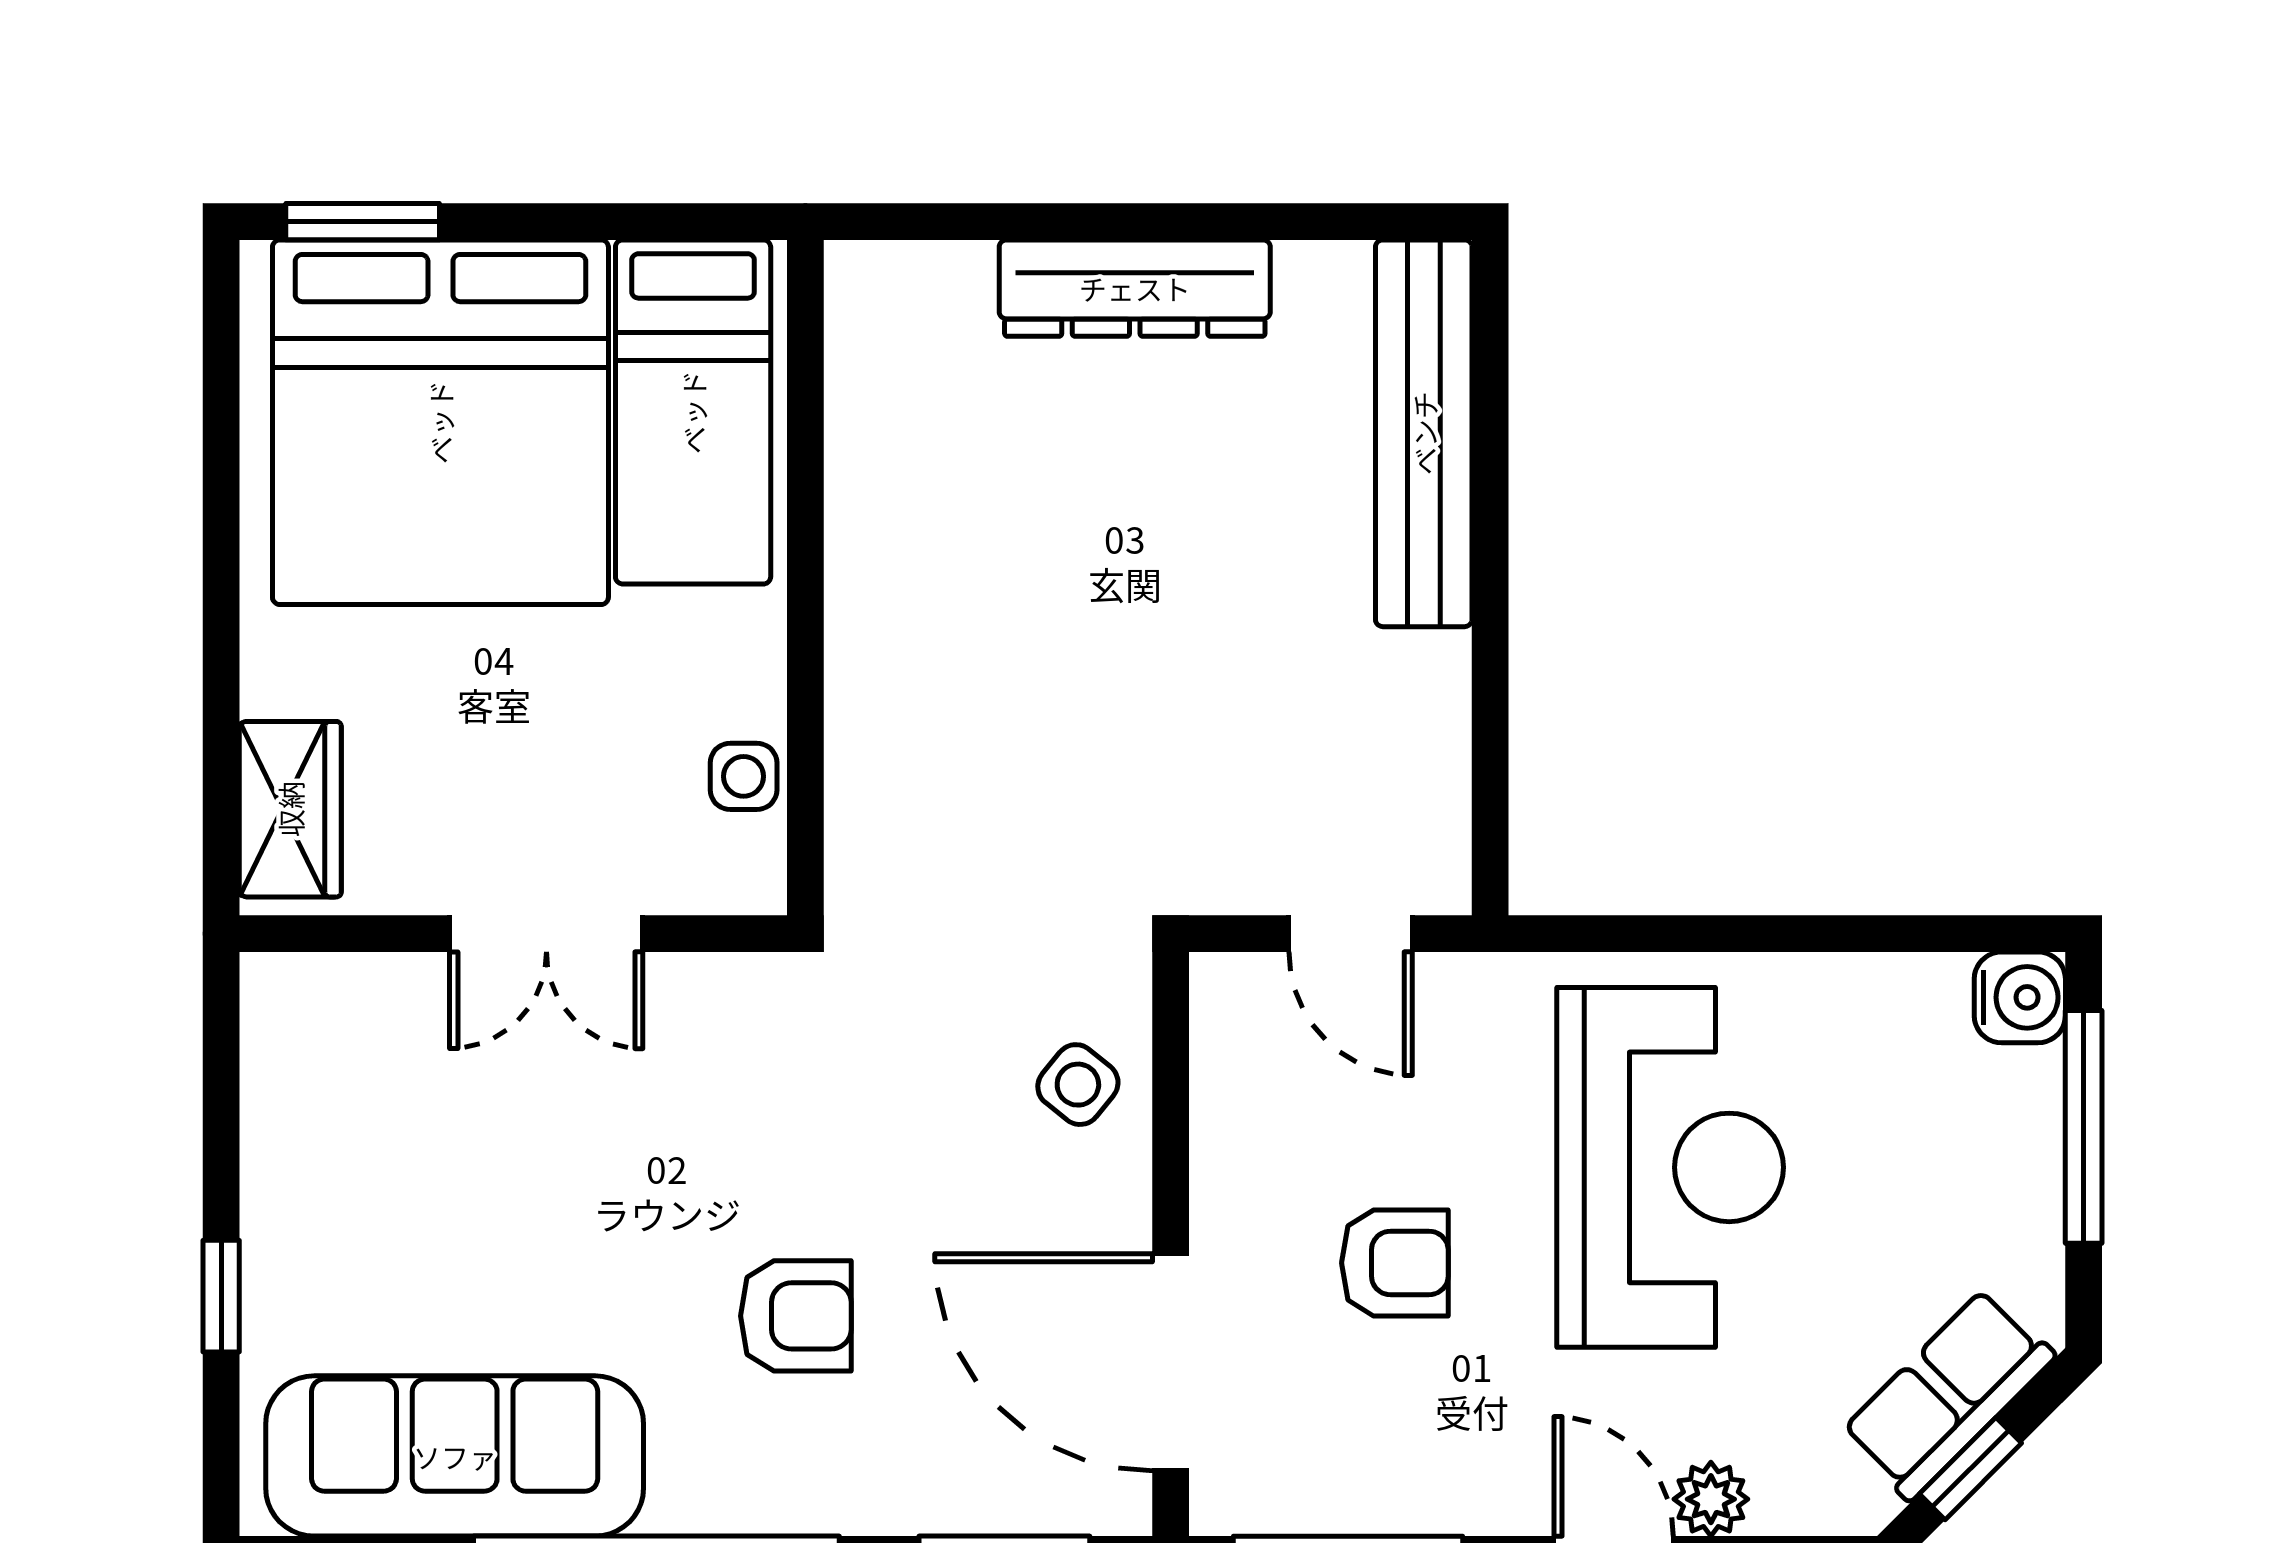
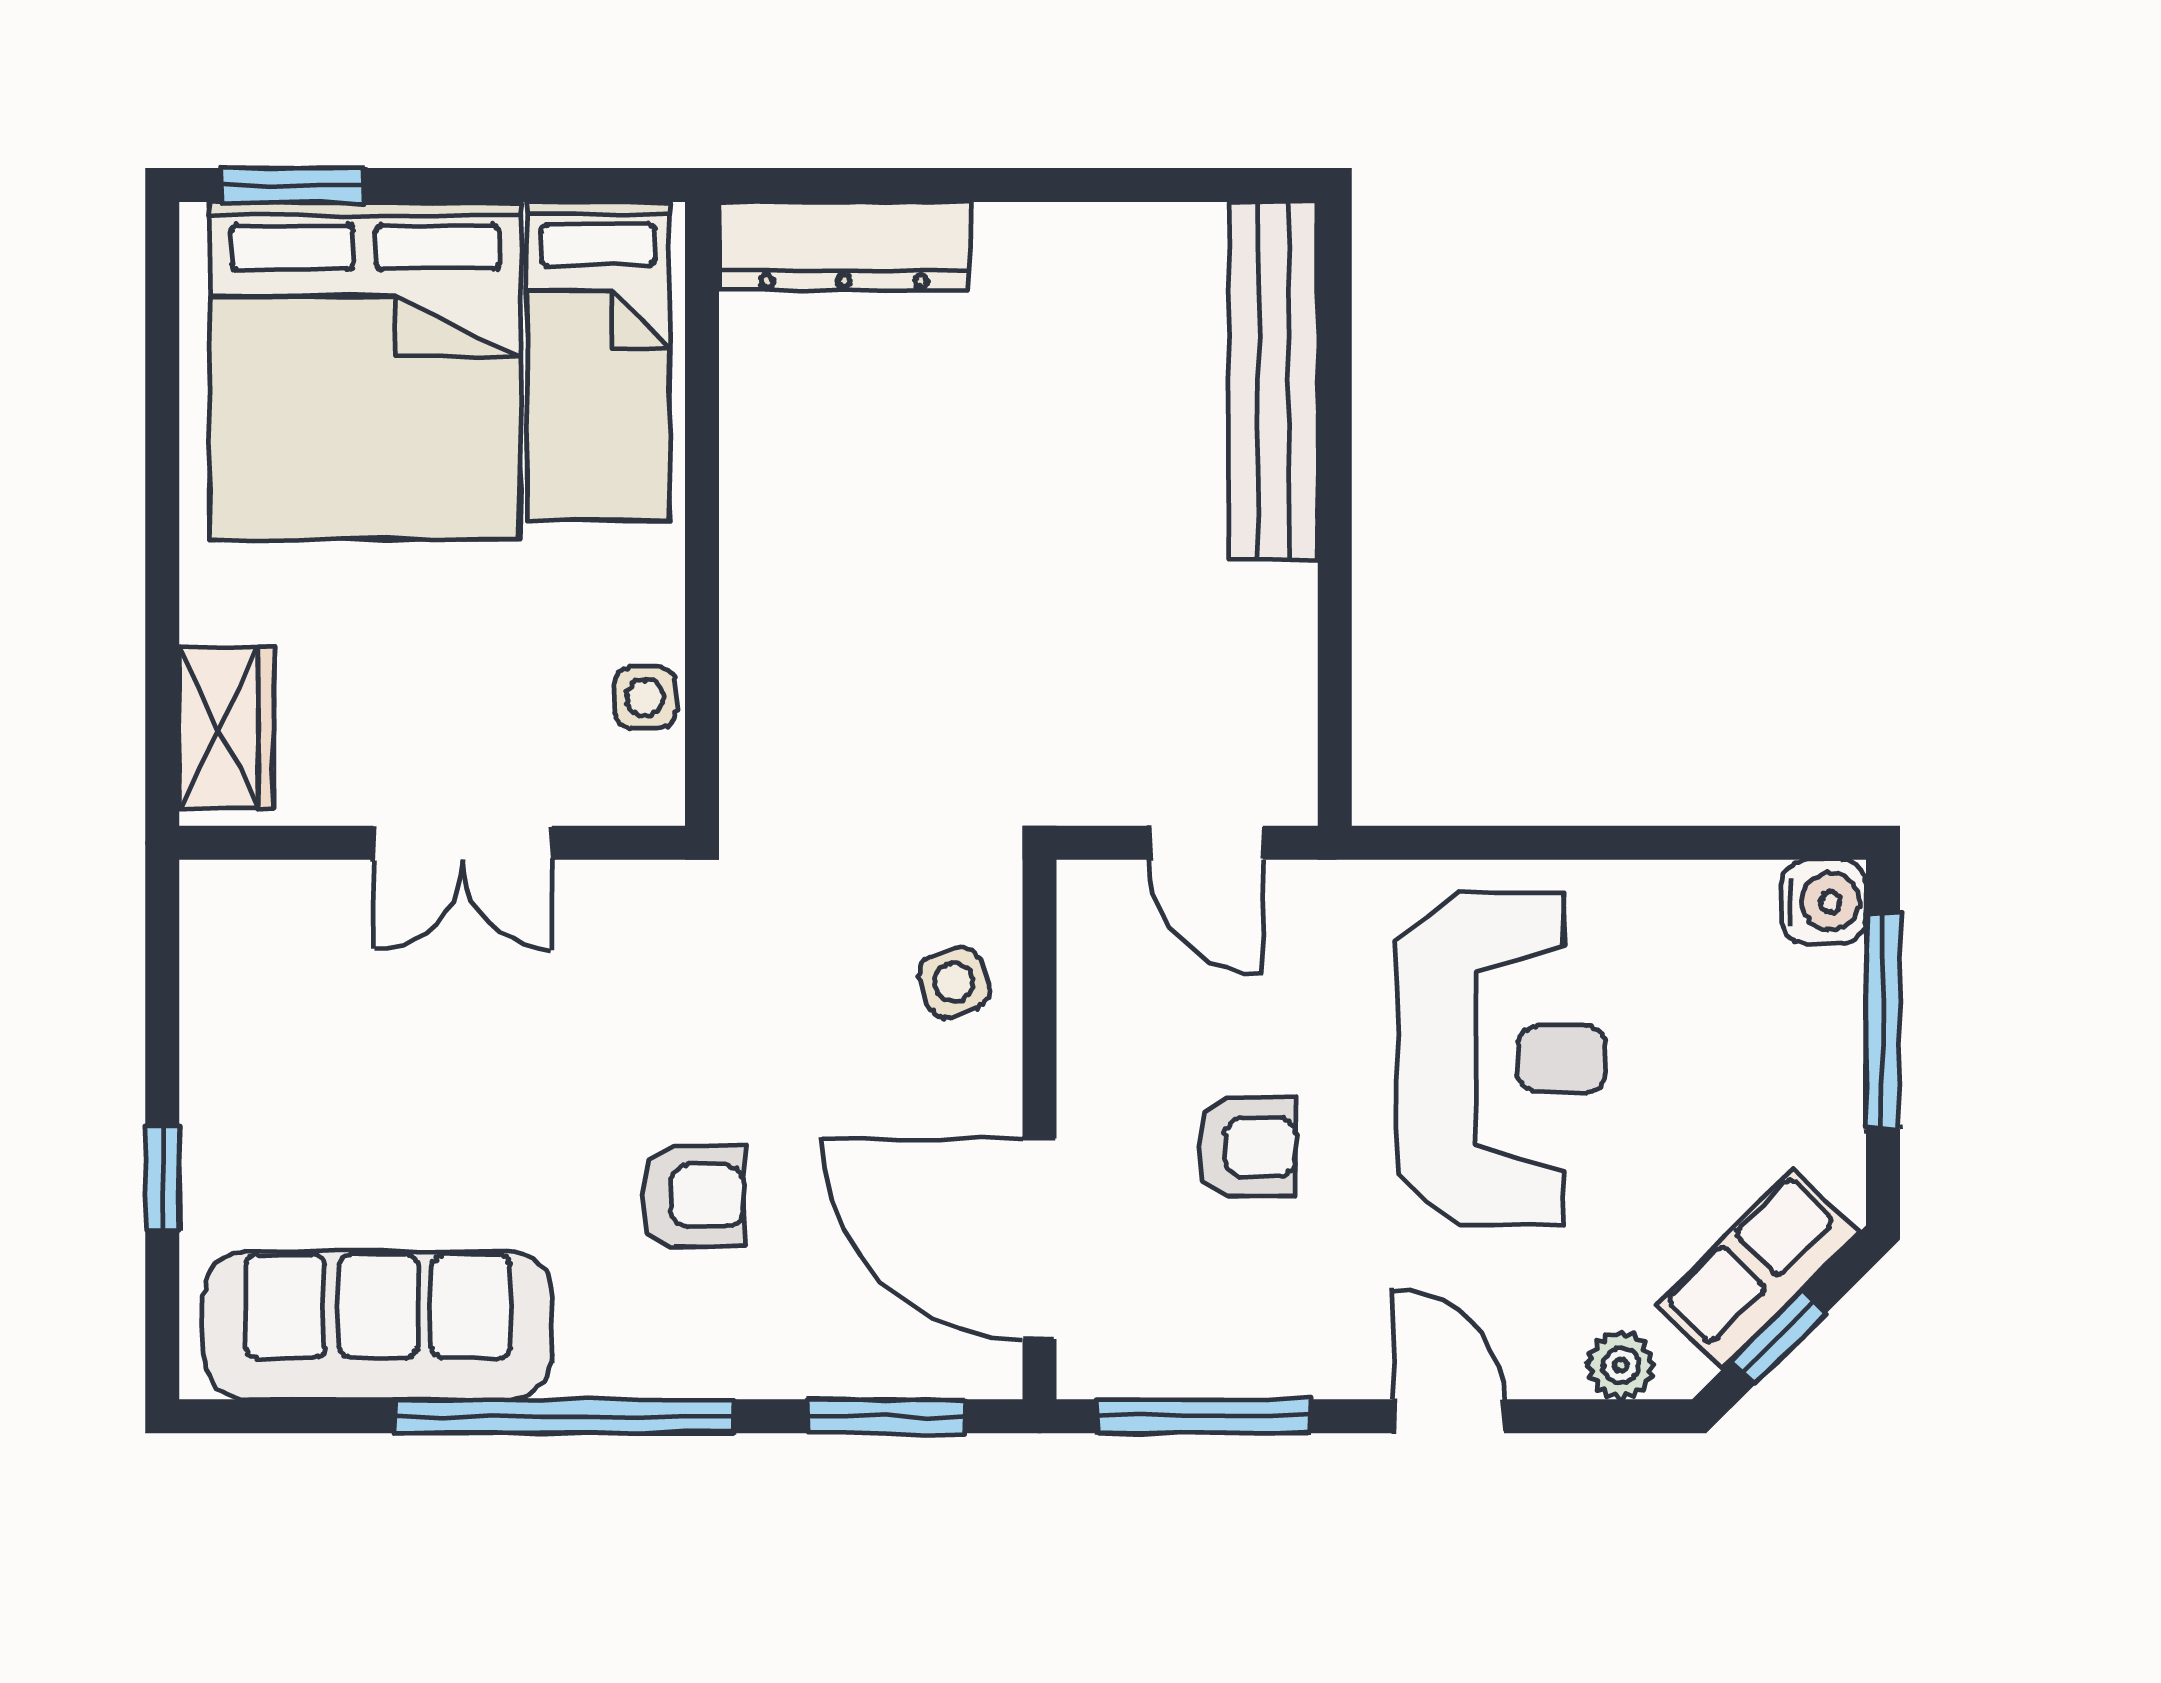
dresser: (1135, 288) -> (844, 246), moved
side table: (1078, 1085) -> (954, 982), turned 33
plant: (1711, 1499) -> (1621, 1365), moved

